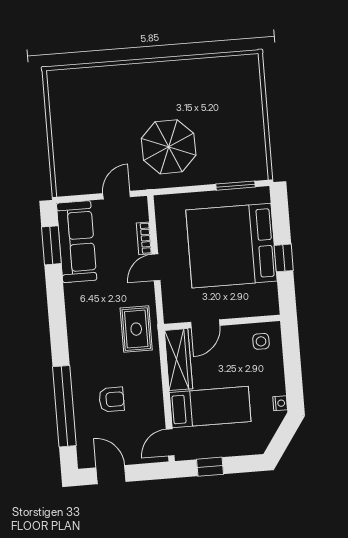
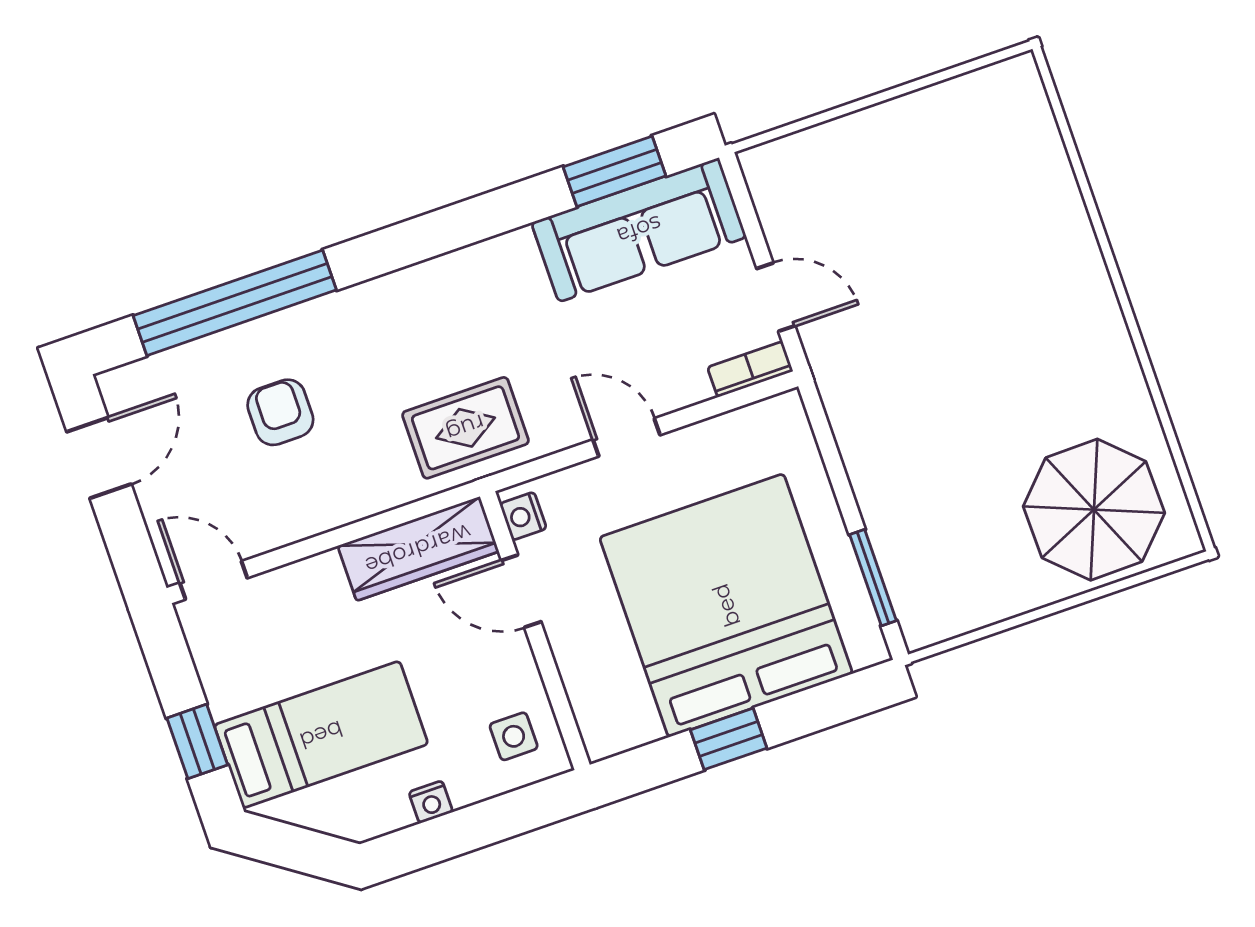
parasol: (169, 147) -> (1094, 510), moved
bookcase: (144, 238) -> (750, 369), moved
nightstand: (176, 316) -> (523, 516), added
armchair: (112, 399) -> (280, 412), turned 180
nightstand: (280, 403) -> (431, 802), moved
bed: (210, 407) -> (321, 735), moved, turned -90
window: (210, 467) -> (197, 741), moved

